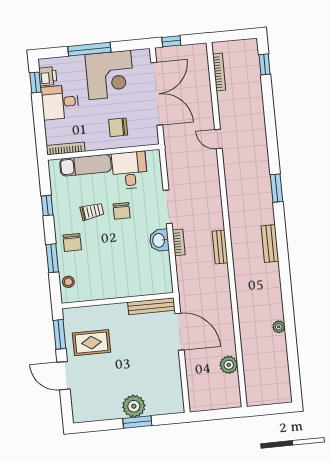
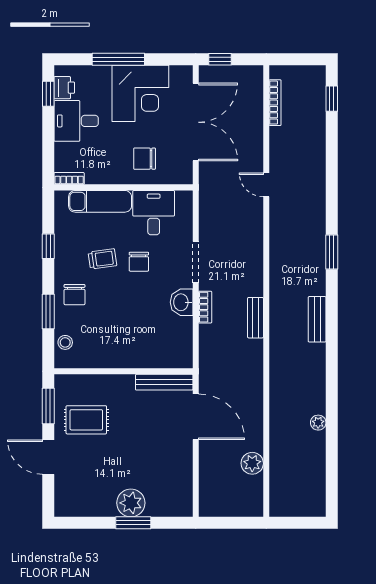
bookcase: (66, 149) -> (69, 178), width x0.64

